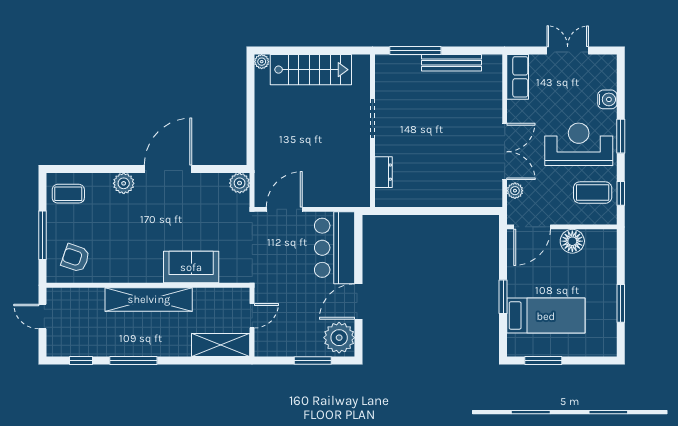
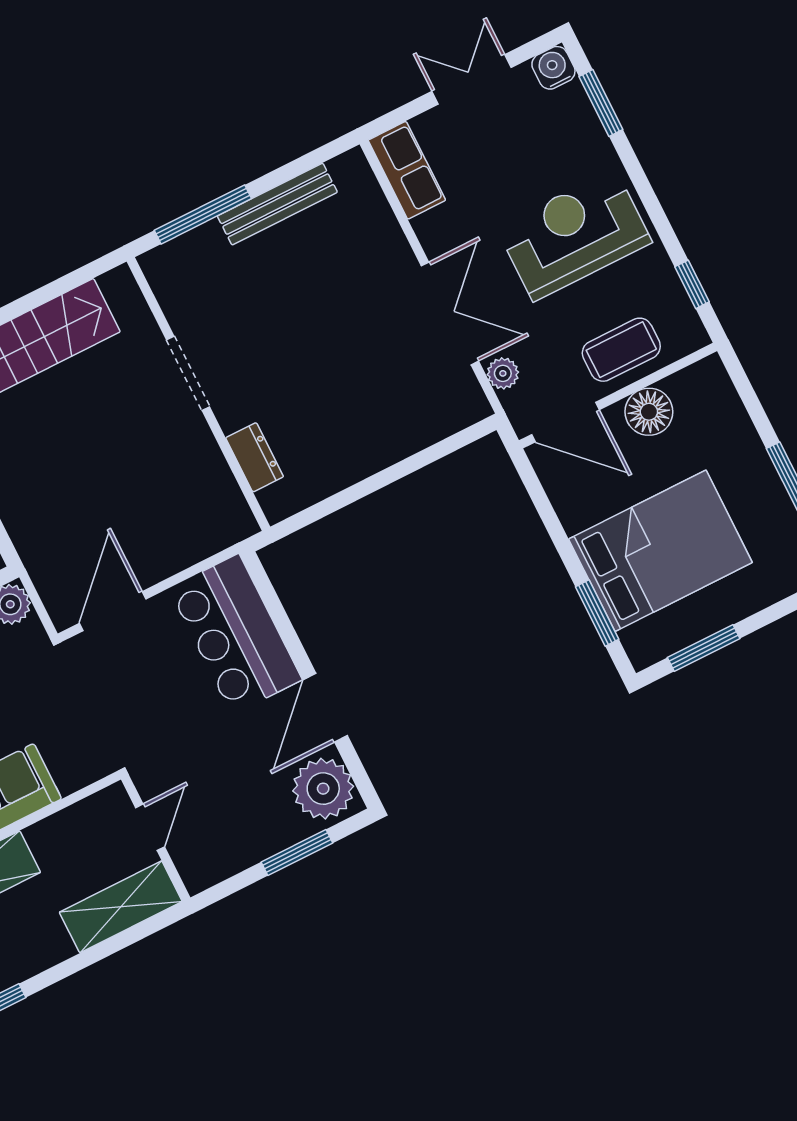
water cooler: (607, 99) -> (553, 68), moved, turned -90
window: (621, 136) -> (601, 103), moved
coffee table: (593, 193) -> (621, 350), moved
door: (532, 227) -> (565, 422), hinge flipped
window: (503, 297) -> (597, 613), moved
bed: (546, 316) -> (660, 551), width x1.50

